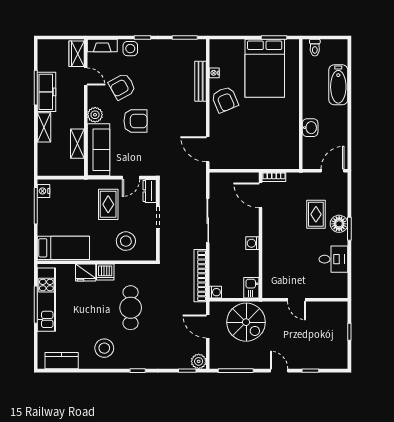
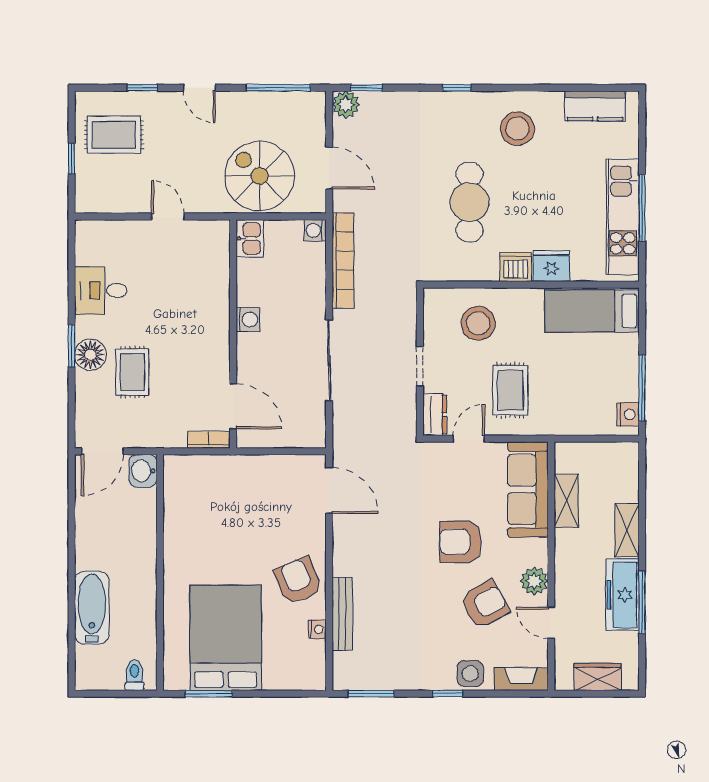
wardrobe: (77, 54) -> (598, 677), moved, turned -90
plant: (95, 115) -> (534, 581), moved
washbasin: (310, 128) -> (143, 471), moved
rug: (326, 345) -> (114, 135), added

